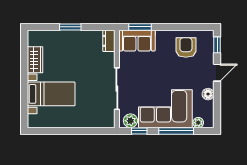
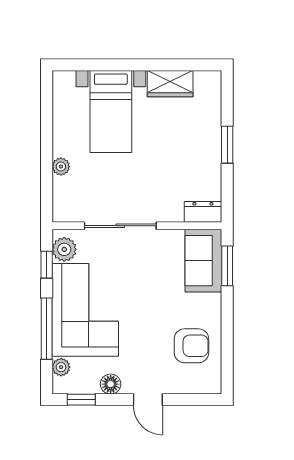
window: (217, 45) -> (81, 400), moved
plant: (83, 123) -> (61, 167), added

